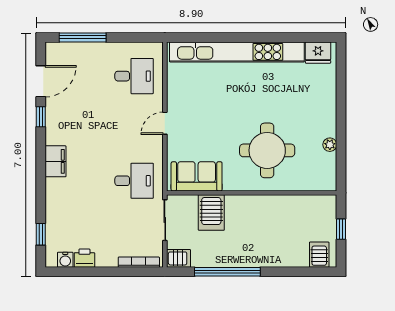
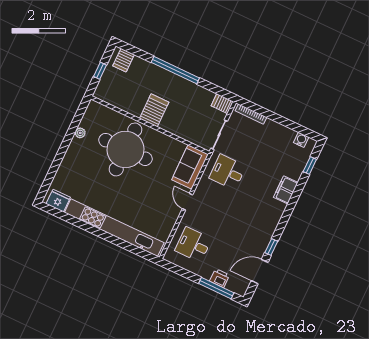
door: (165, 123) -> (187, 202), swing flipped
round table: (267, 150) -> (125, 149), width x1.36, depth x1.36
filing cabinet: (55, 161) -> (286, 190), moved
sofa: (197, 176) -> (190, 167), moved, turned 90
server rack: (211, 212) -> (154, 110), moved
printer: (84, 258) -> (220, 278), moved, turned 180
window: (227, 272) -> (175, 70), moved

